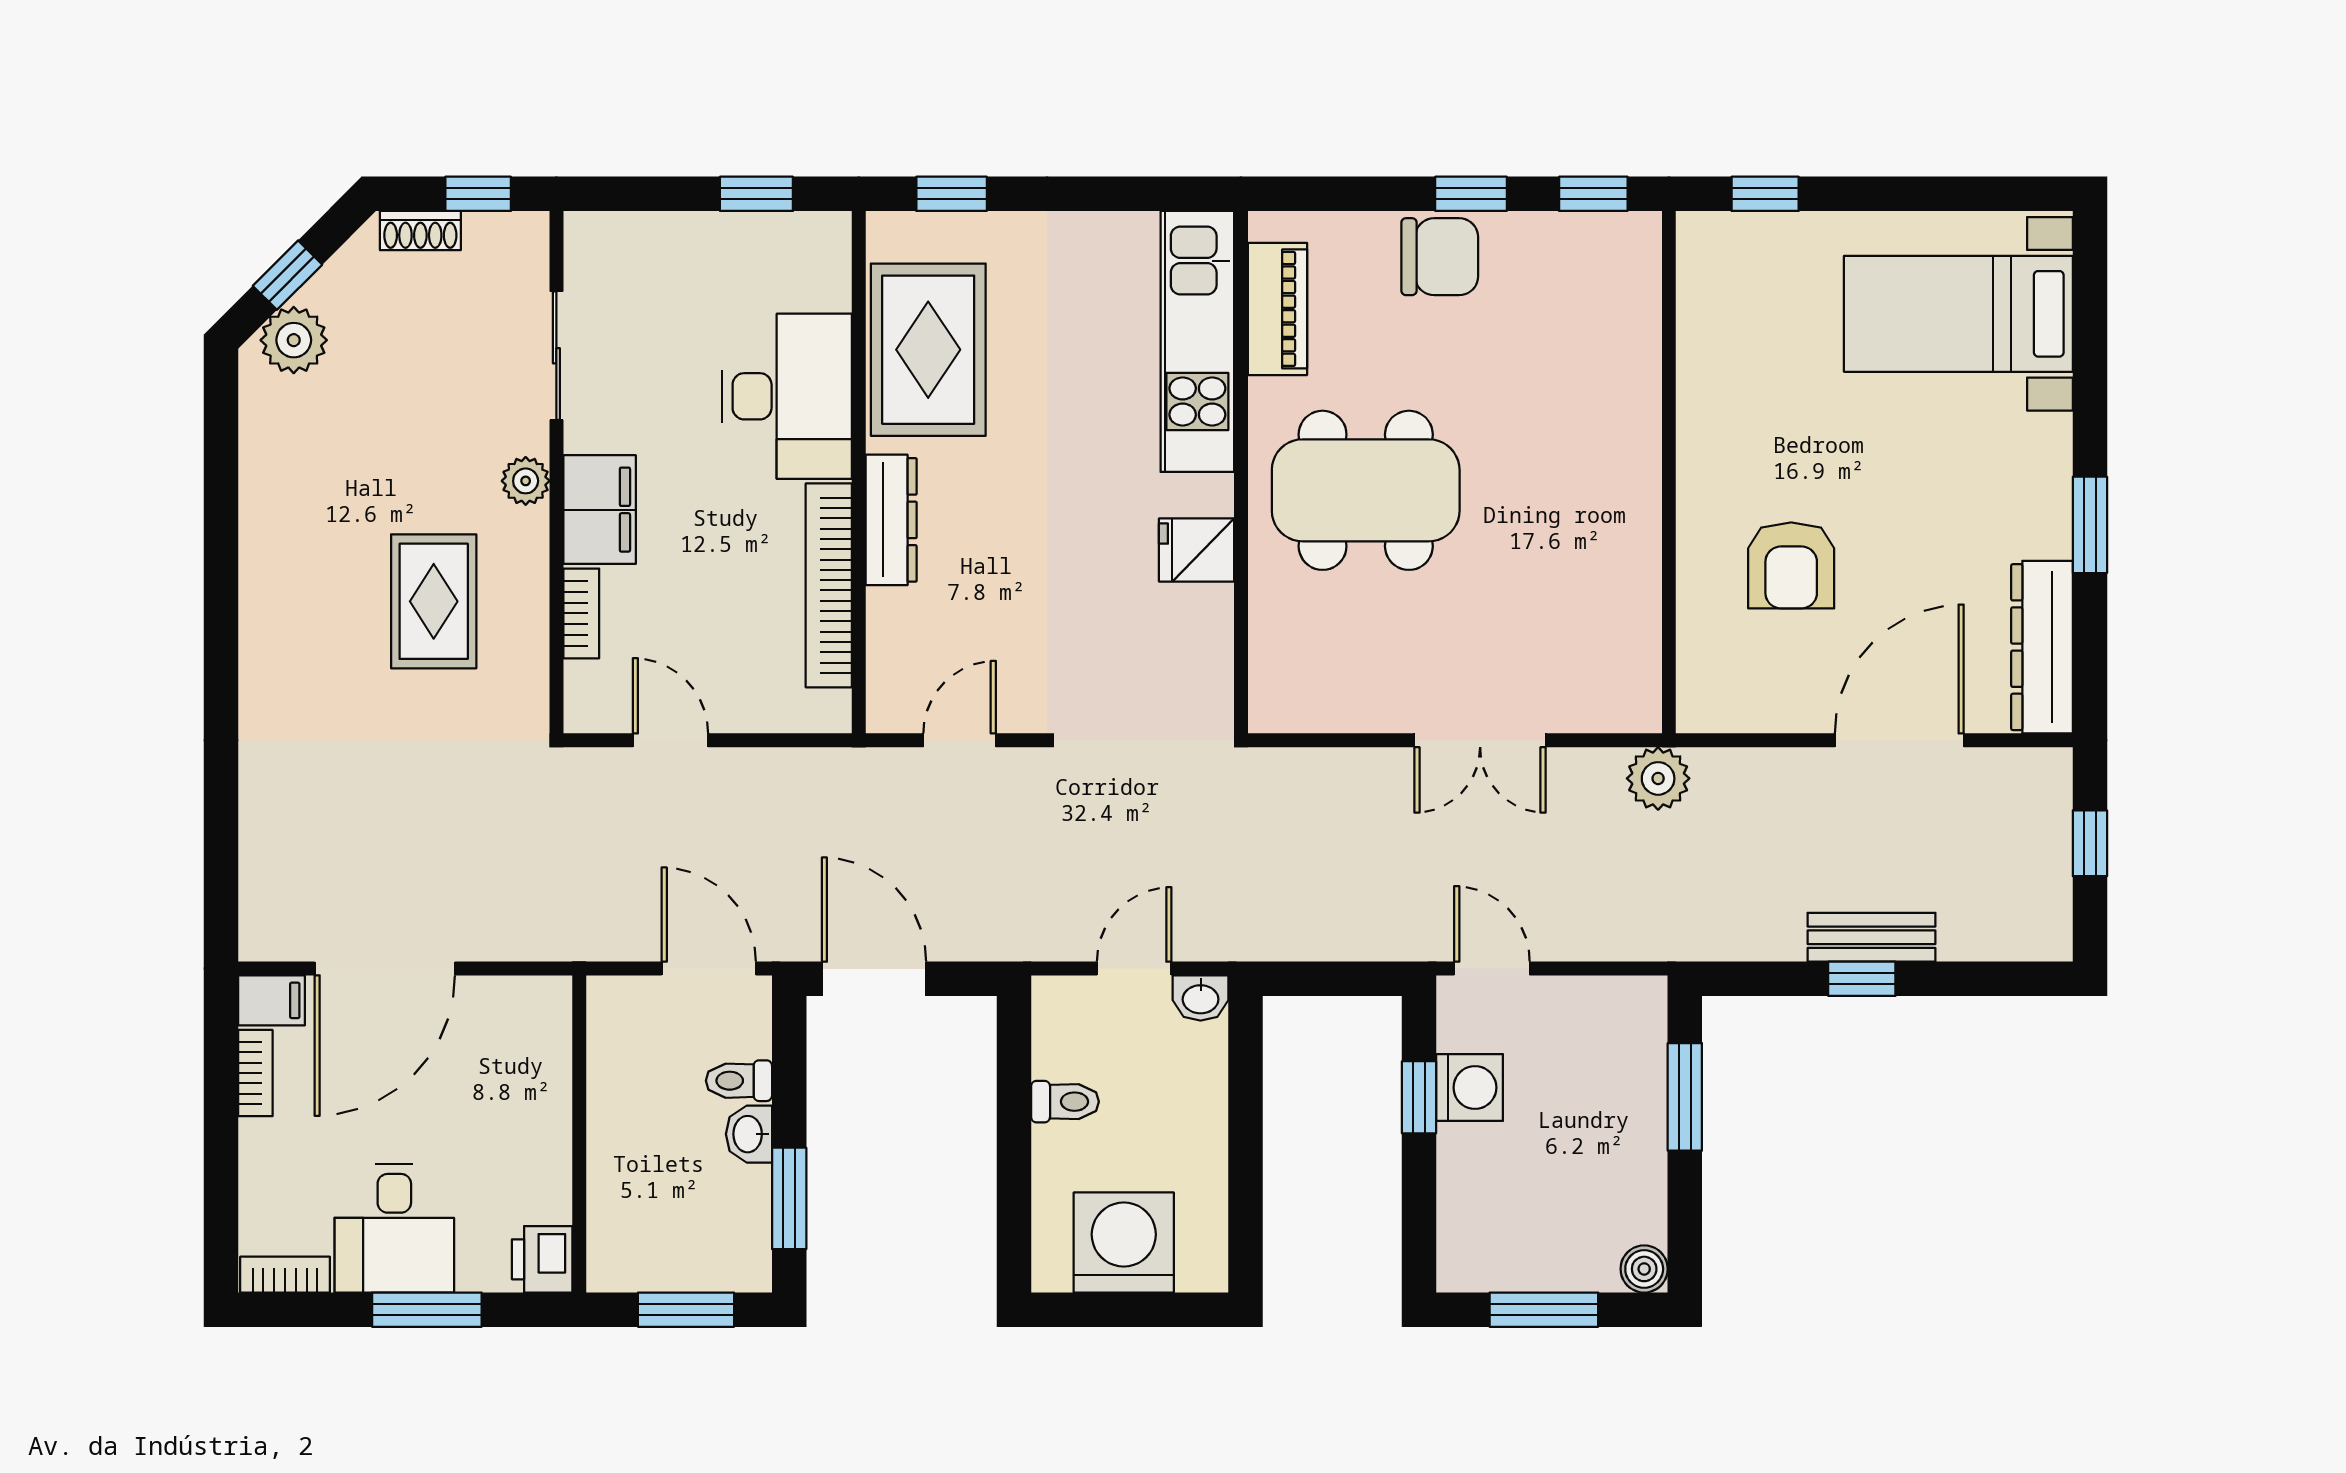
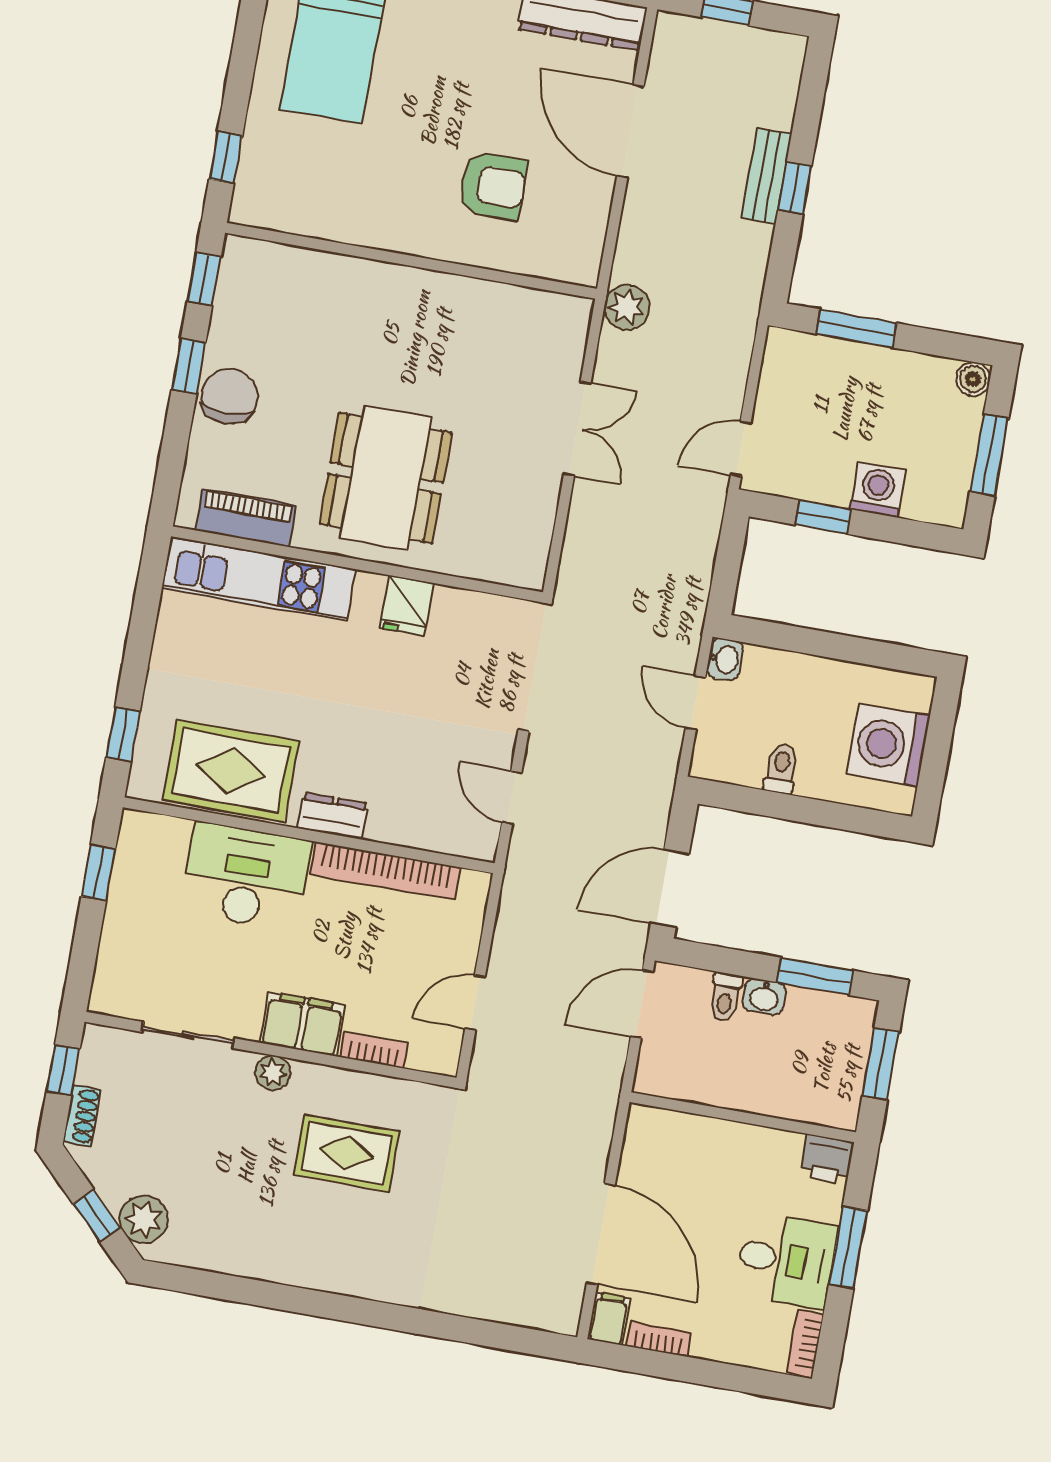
dresser: (891, 520) -> (333, 816), width x0.70
washing machine: (1470, 1088) -> (878, 490), moved

